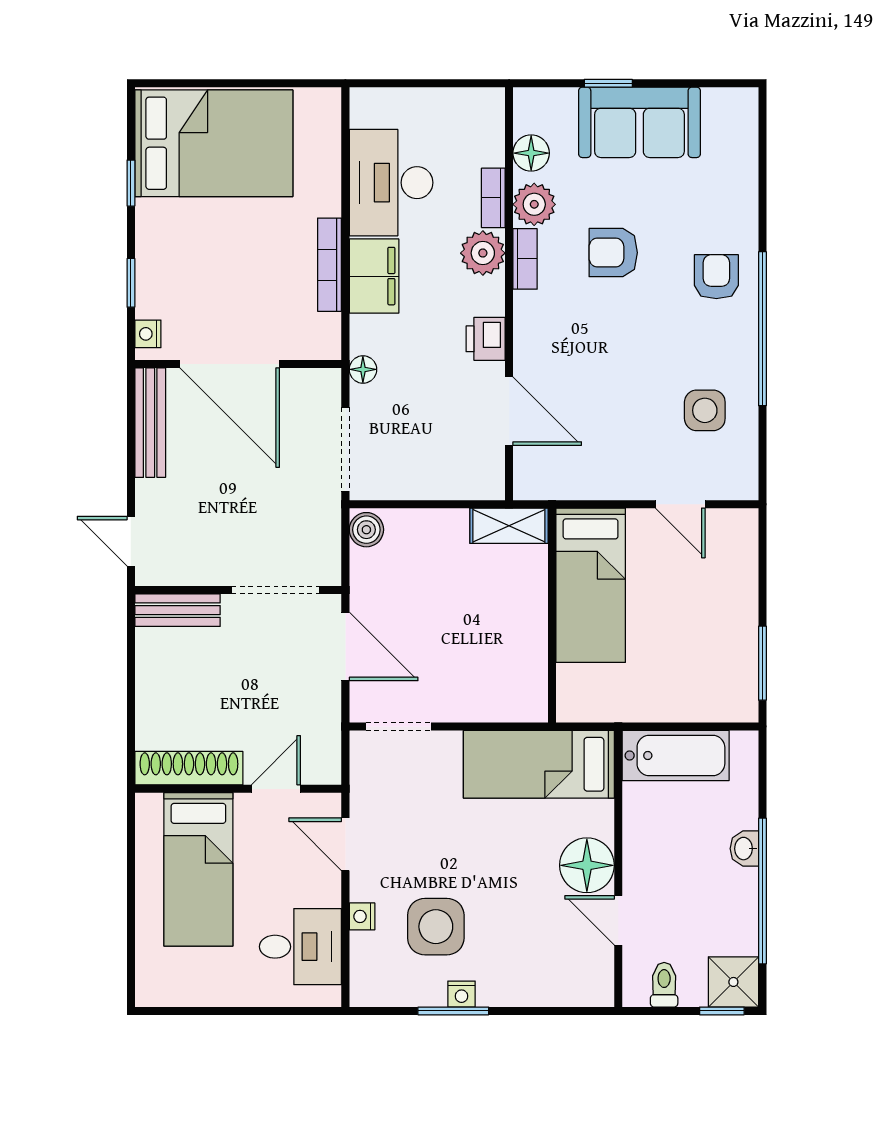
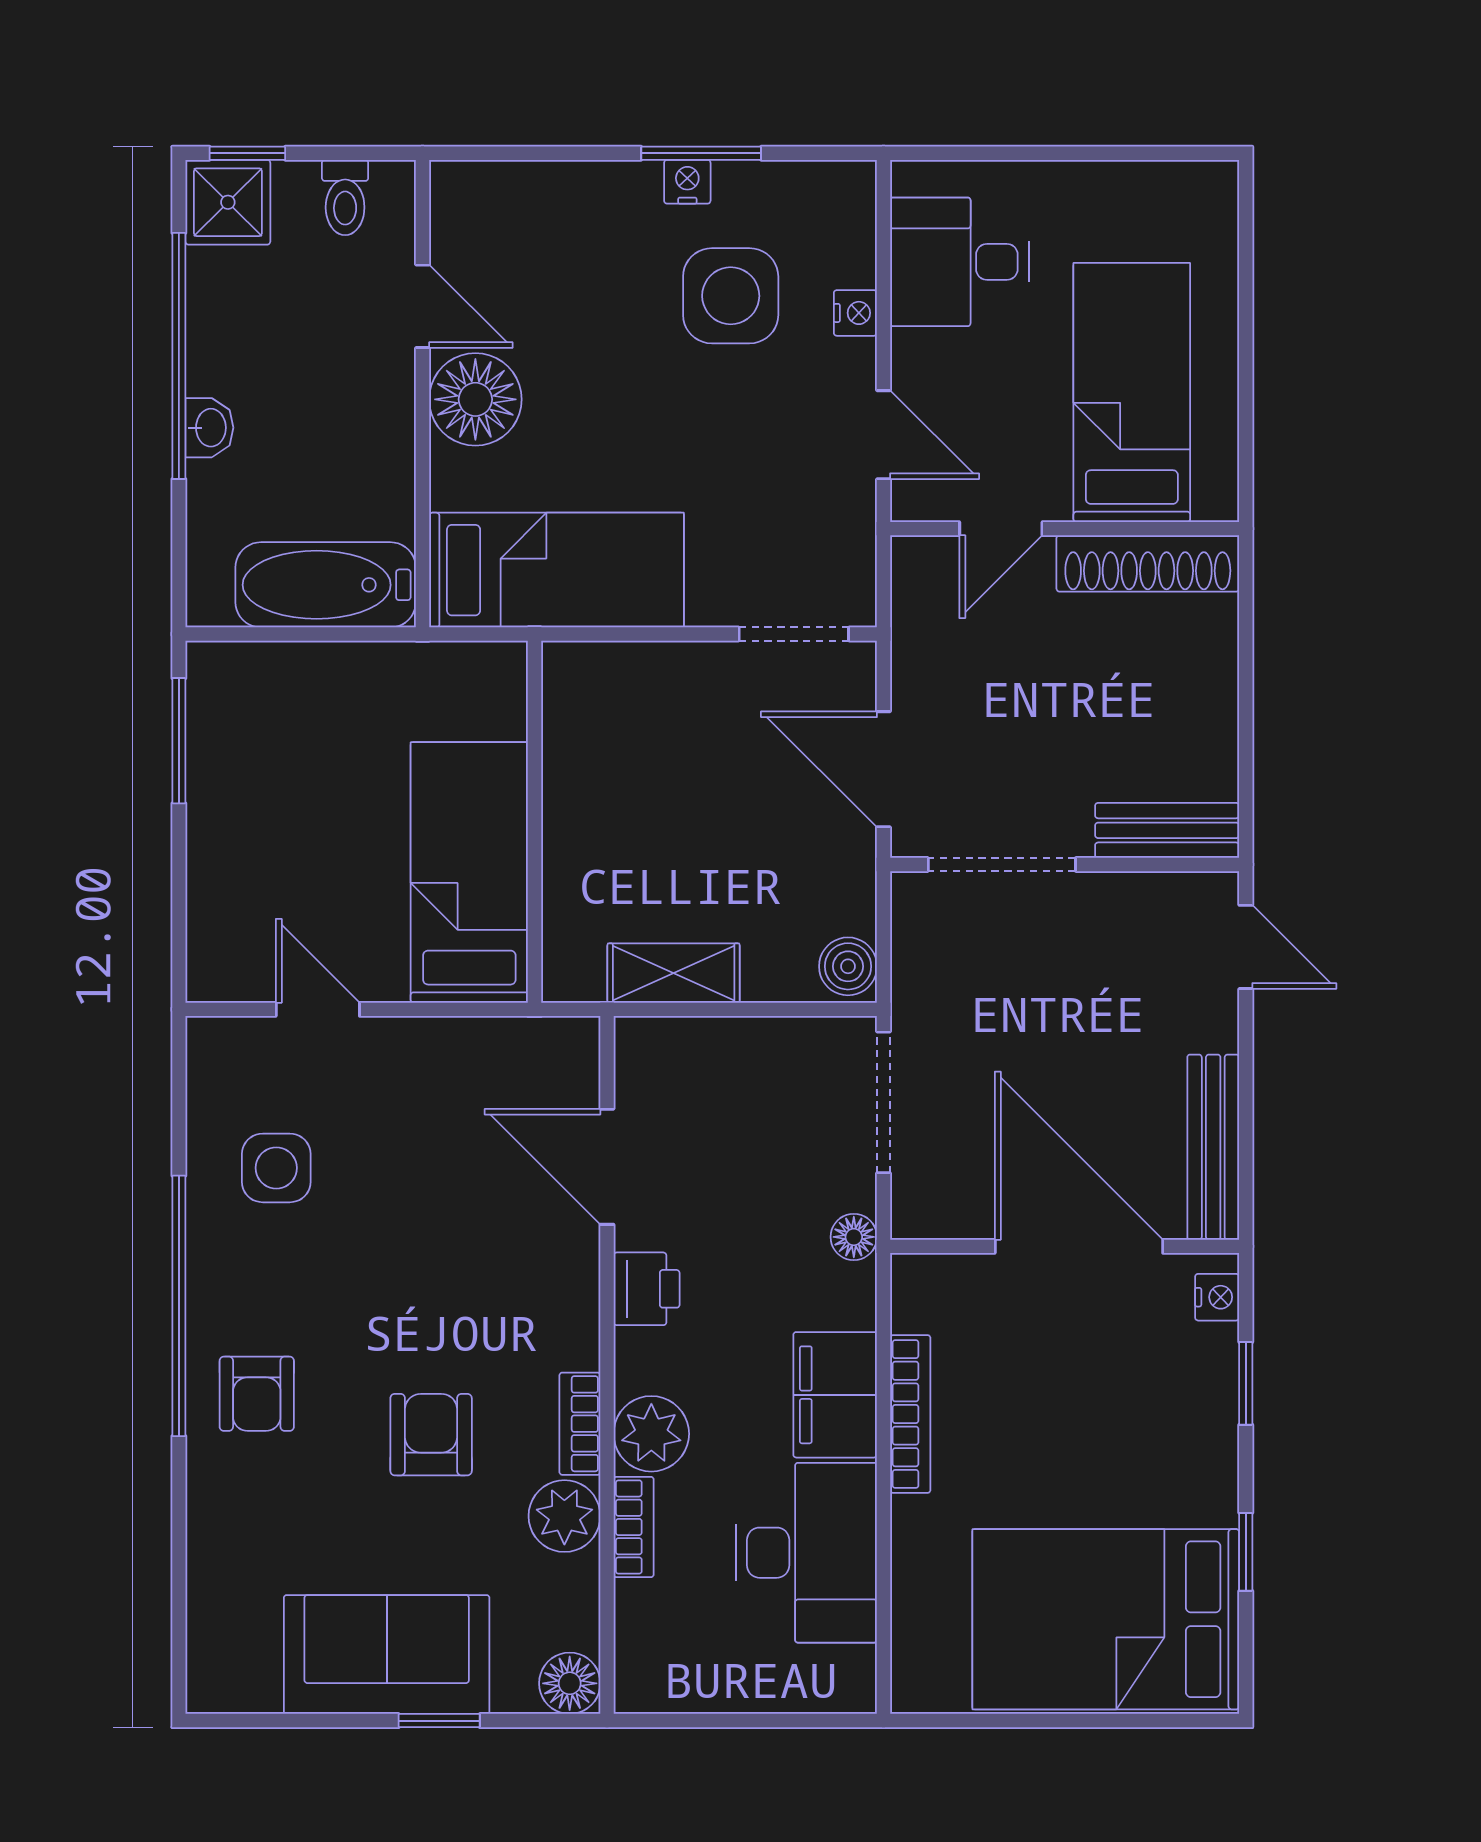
floor lamp: (531, 153) -> (570, 1683), moved
armchair: (613, 253) -> (431, 1435), turned -90
shelving: (509, 526) -> (674, 973), moved

